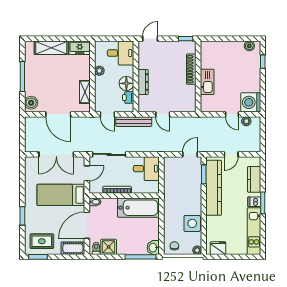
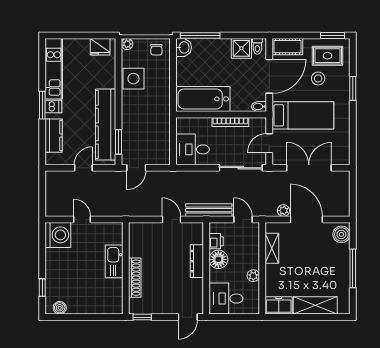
plant: (246, 121) -> (283, 211), moved
stool: (49, 224) -> (318, 78), added

